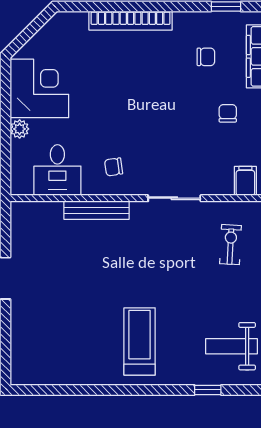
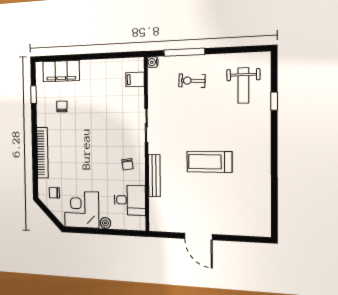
chair: (228, 113) -> (54, 193), moved
exercise bike: (231, 245) -> (192, 81), moved
treadmill: (140, 341) -> (209, 162), moved

